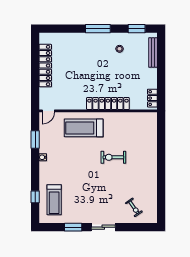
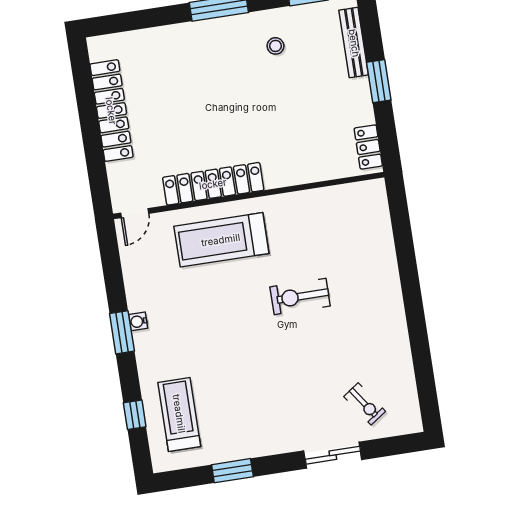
window: (161, 71) -> (379, 81), added
locker: (108, 103) -> (213, 184), moved
window: (35, 139) -> (122, 332), moved
treadmill: (54, 200) -> (179, 414), turned 180
sliding door: (103, 227) -> (333, 455), moved

